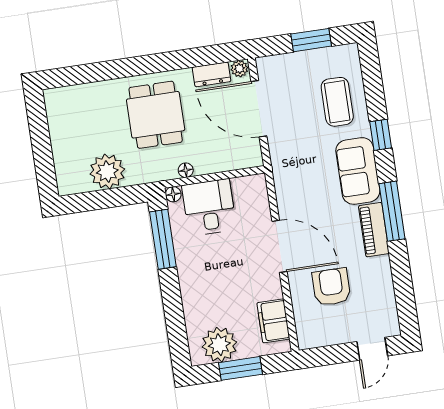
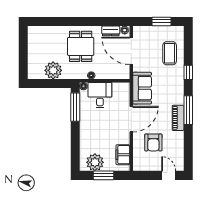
sofa: (358, 171) -> (142, 88), moved, turned 180
door: (279, 246) -> (131, 119), hinge flipped
armchair: (331, 287) -> (153, 142), turned 180
door: (372, 349) -> (169, 175), swing flipped

